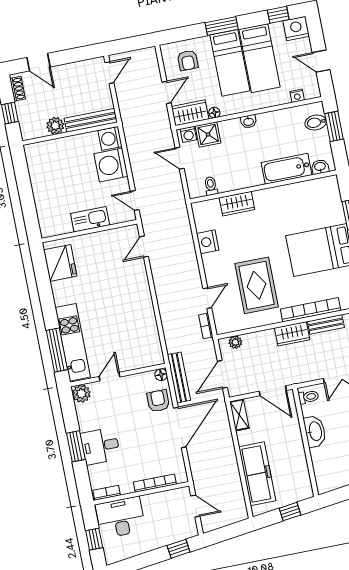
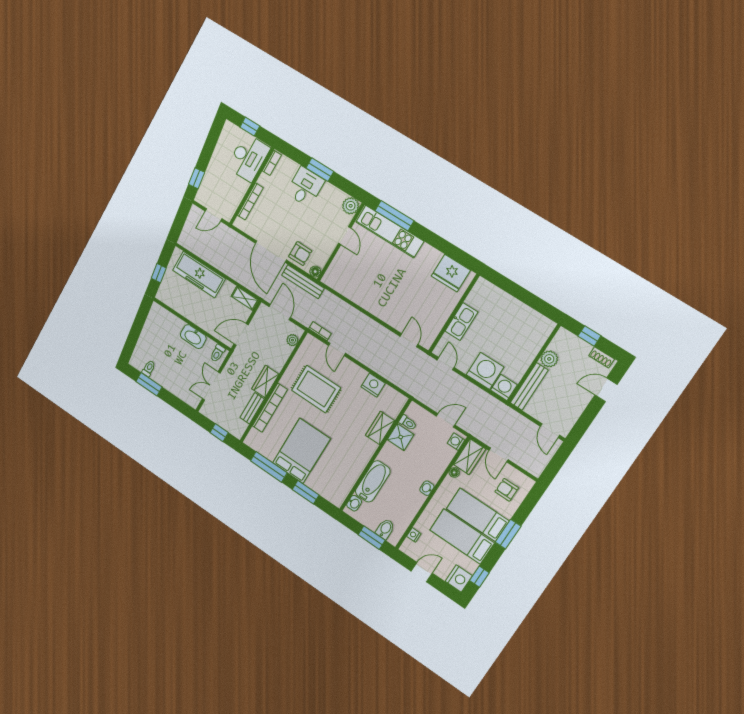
shower: (208, 134) -> (401, 437), moved
door: (135, 200) -> (446, 364), hinge flipped

